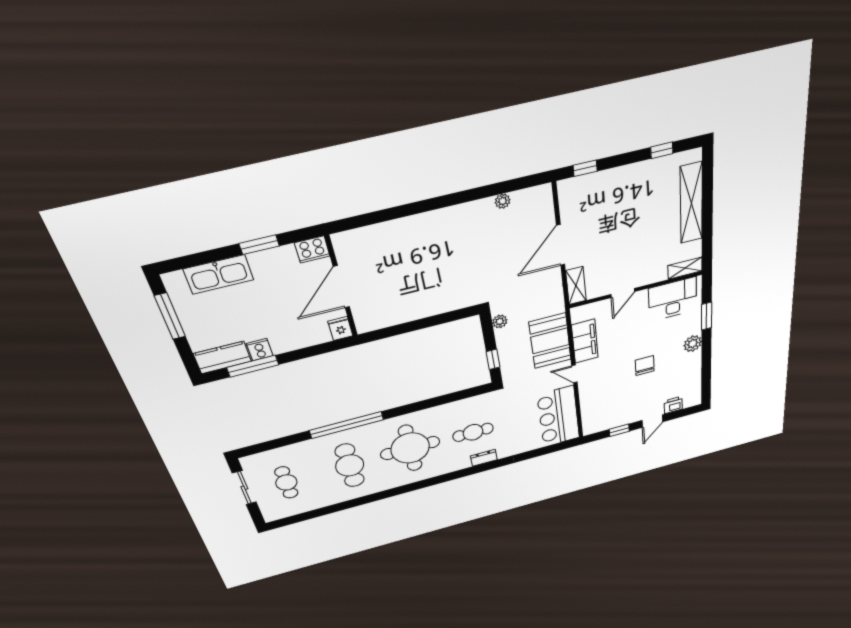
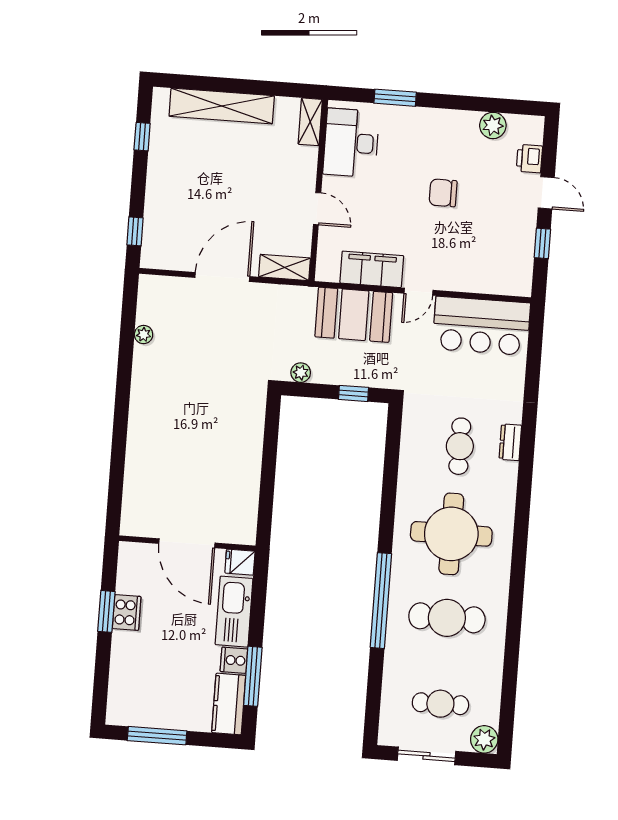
door: (561, 245) -> (222, 277), swing flipped
cooker: (312, 249) -> (127, 612), moved
kitchen sink: (219, 274) -> (234, 612), moved, turned 180
plant: (693, 344) -> (493, 125), moved
plant: (273, 513) -> (484, 739), added

